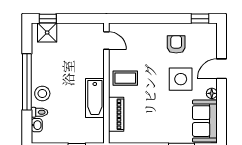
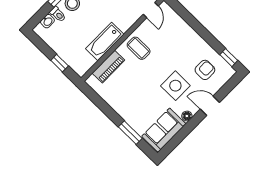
armchair: (176, 44) -> (205, 70), moved

